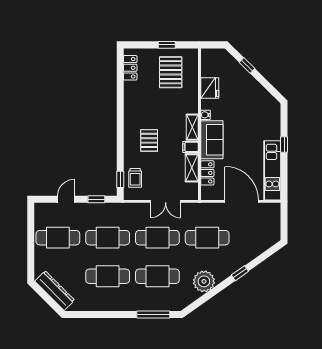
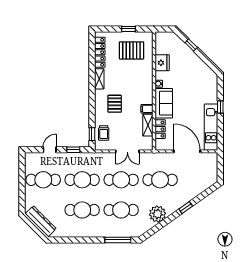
locker: (130, 68) -> (100, 52), width x1.53
pallet: (171, 72) -> (131, 50), turned 90
shelving: (192, 127) -> (99, 79), moved

